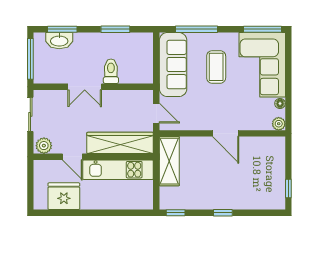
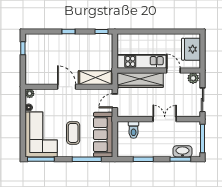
toilet: (111, 71) -> (134, 130), moved
door: (156, 113) -> (115, 101), hinge flipped
shelving: (169, 161) -> (96, 78), moved, turned 90
fridge: (64, 196) -> (191, 49), moved, turned 90

